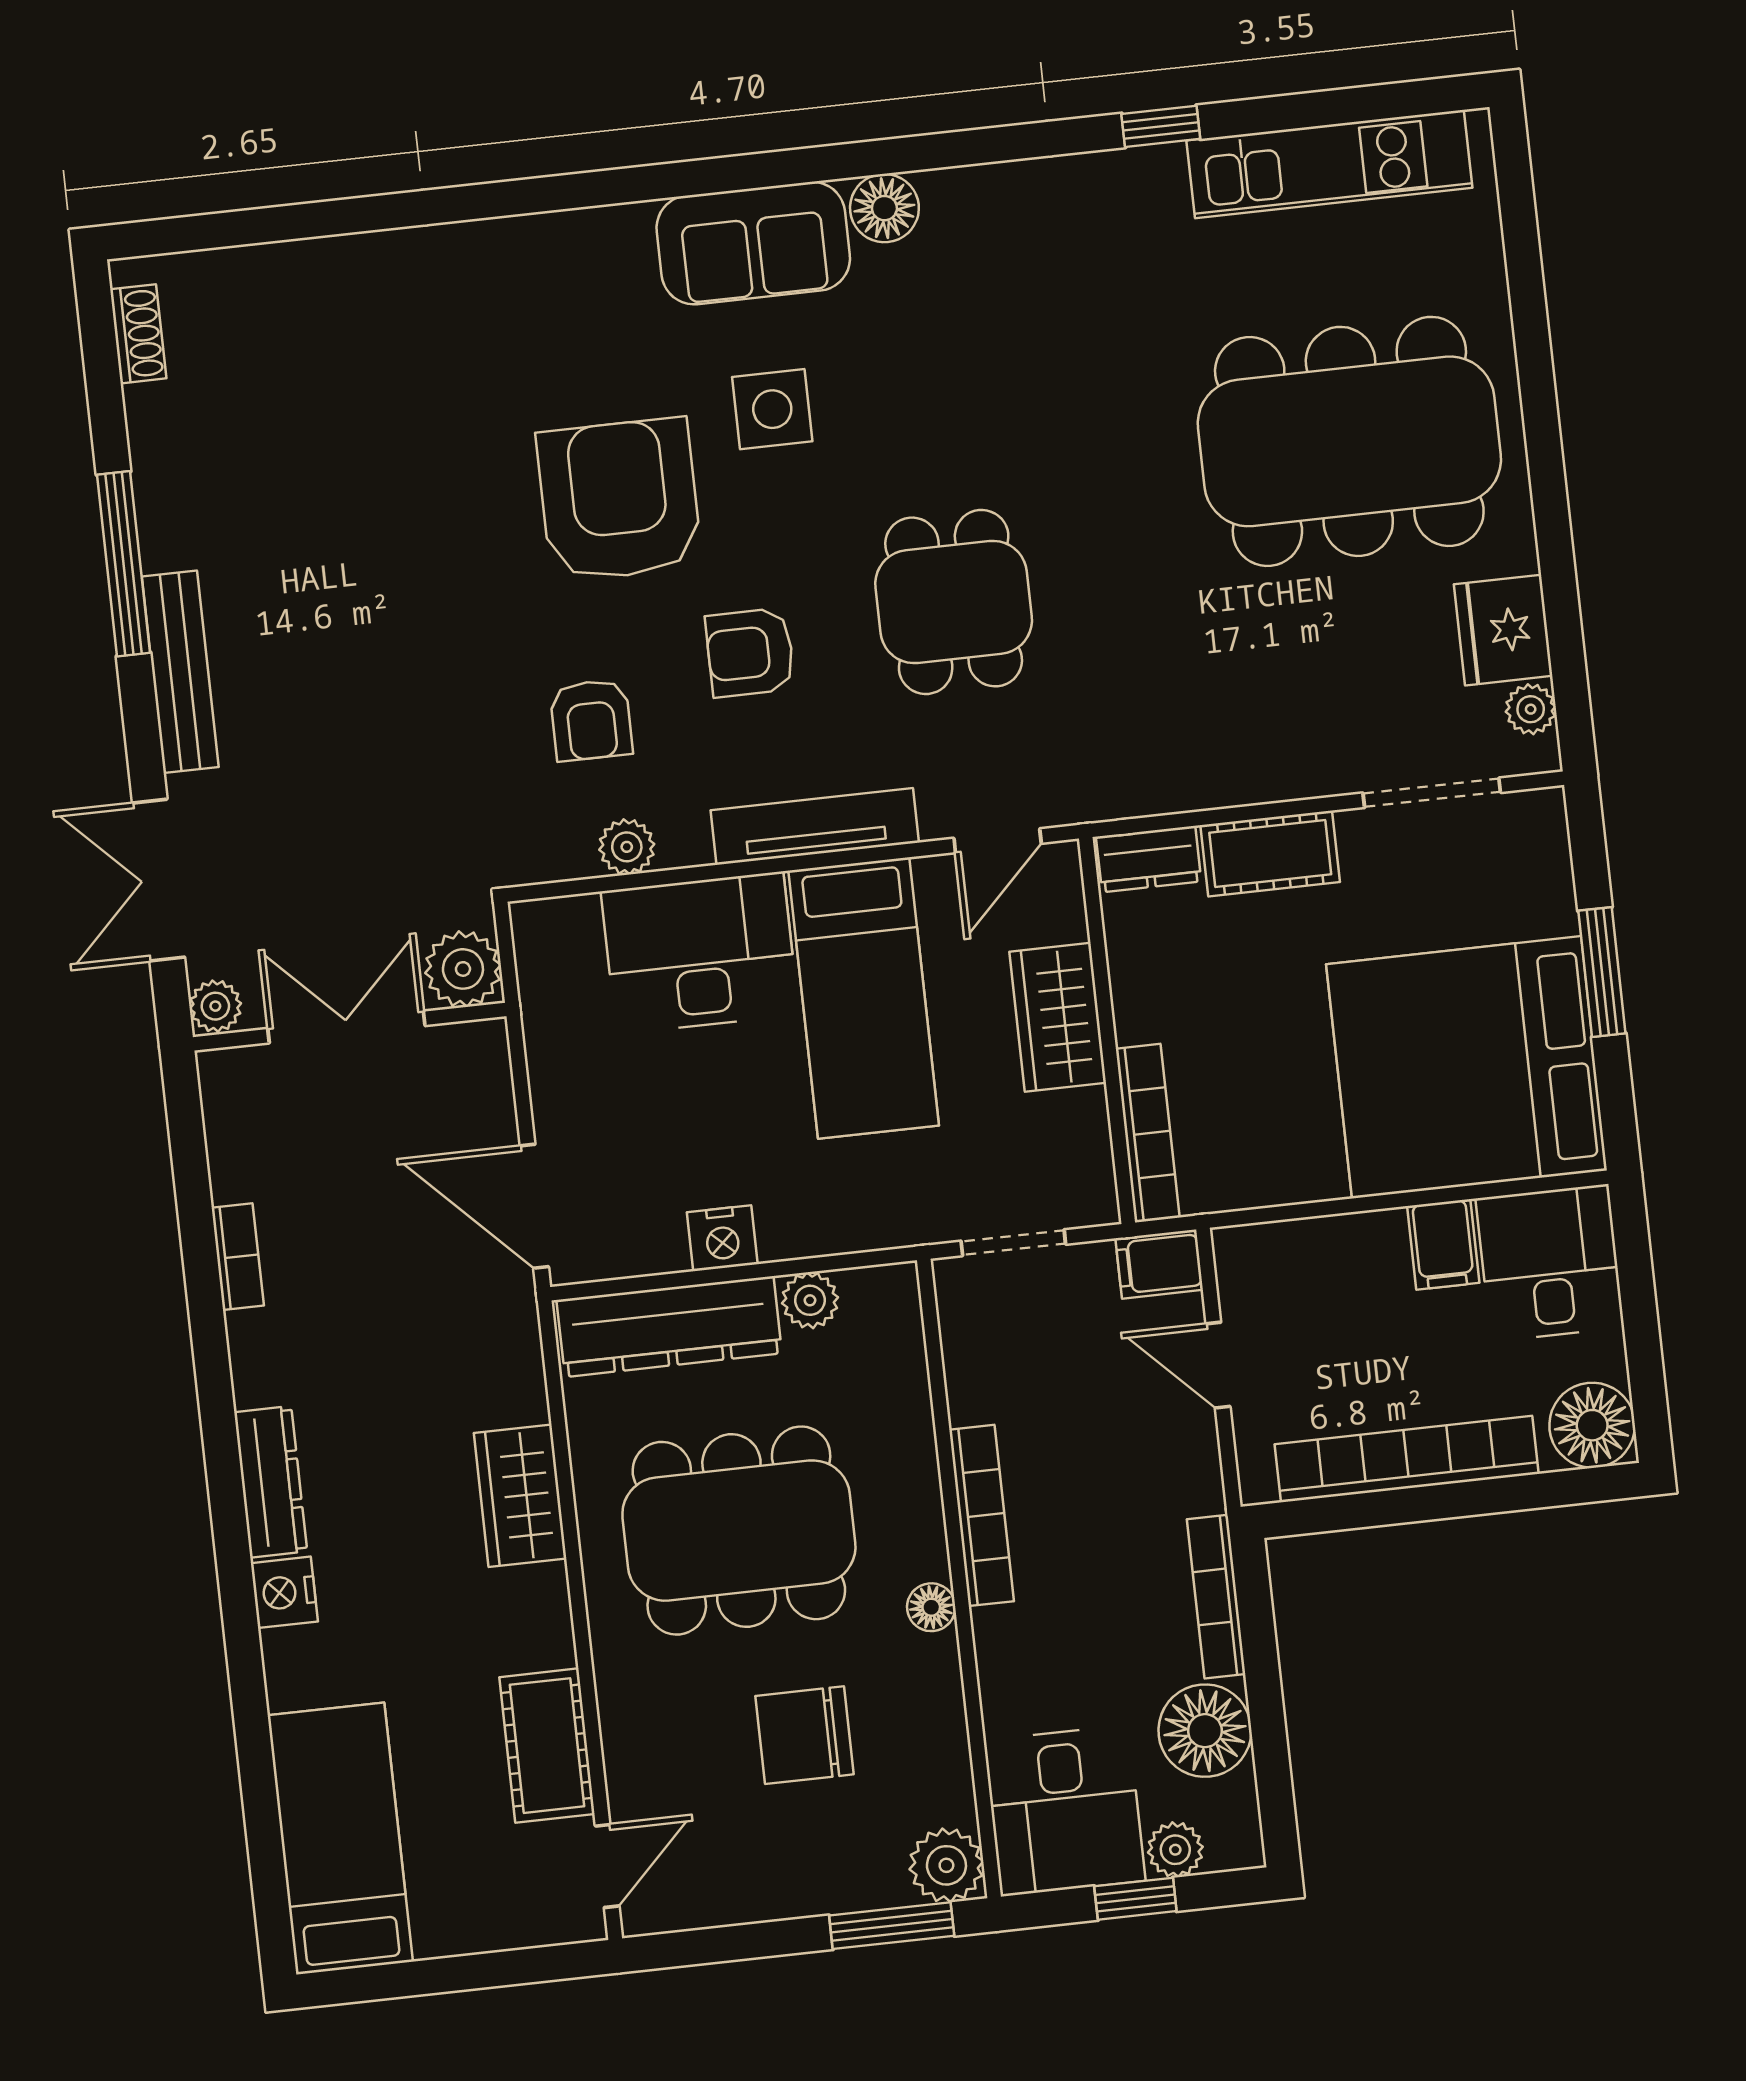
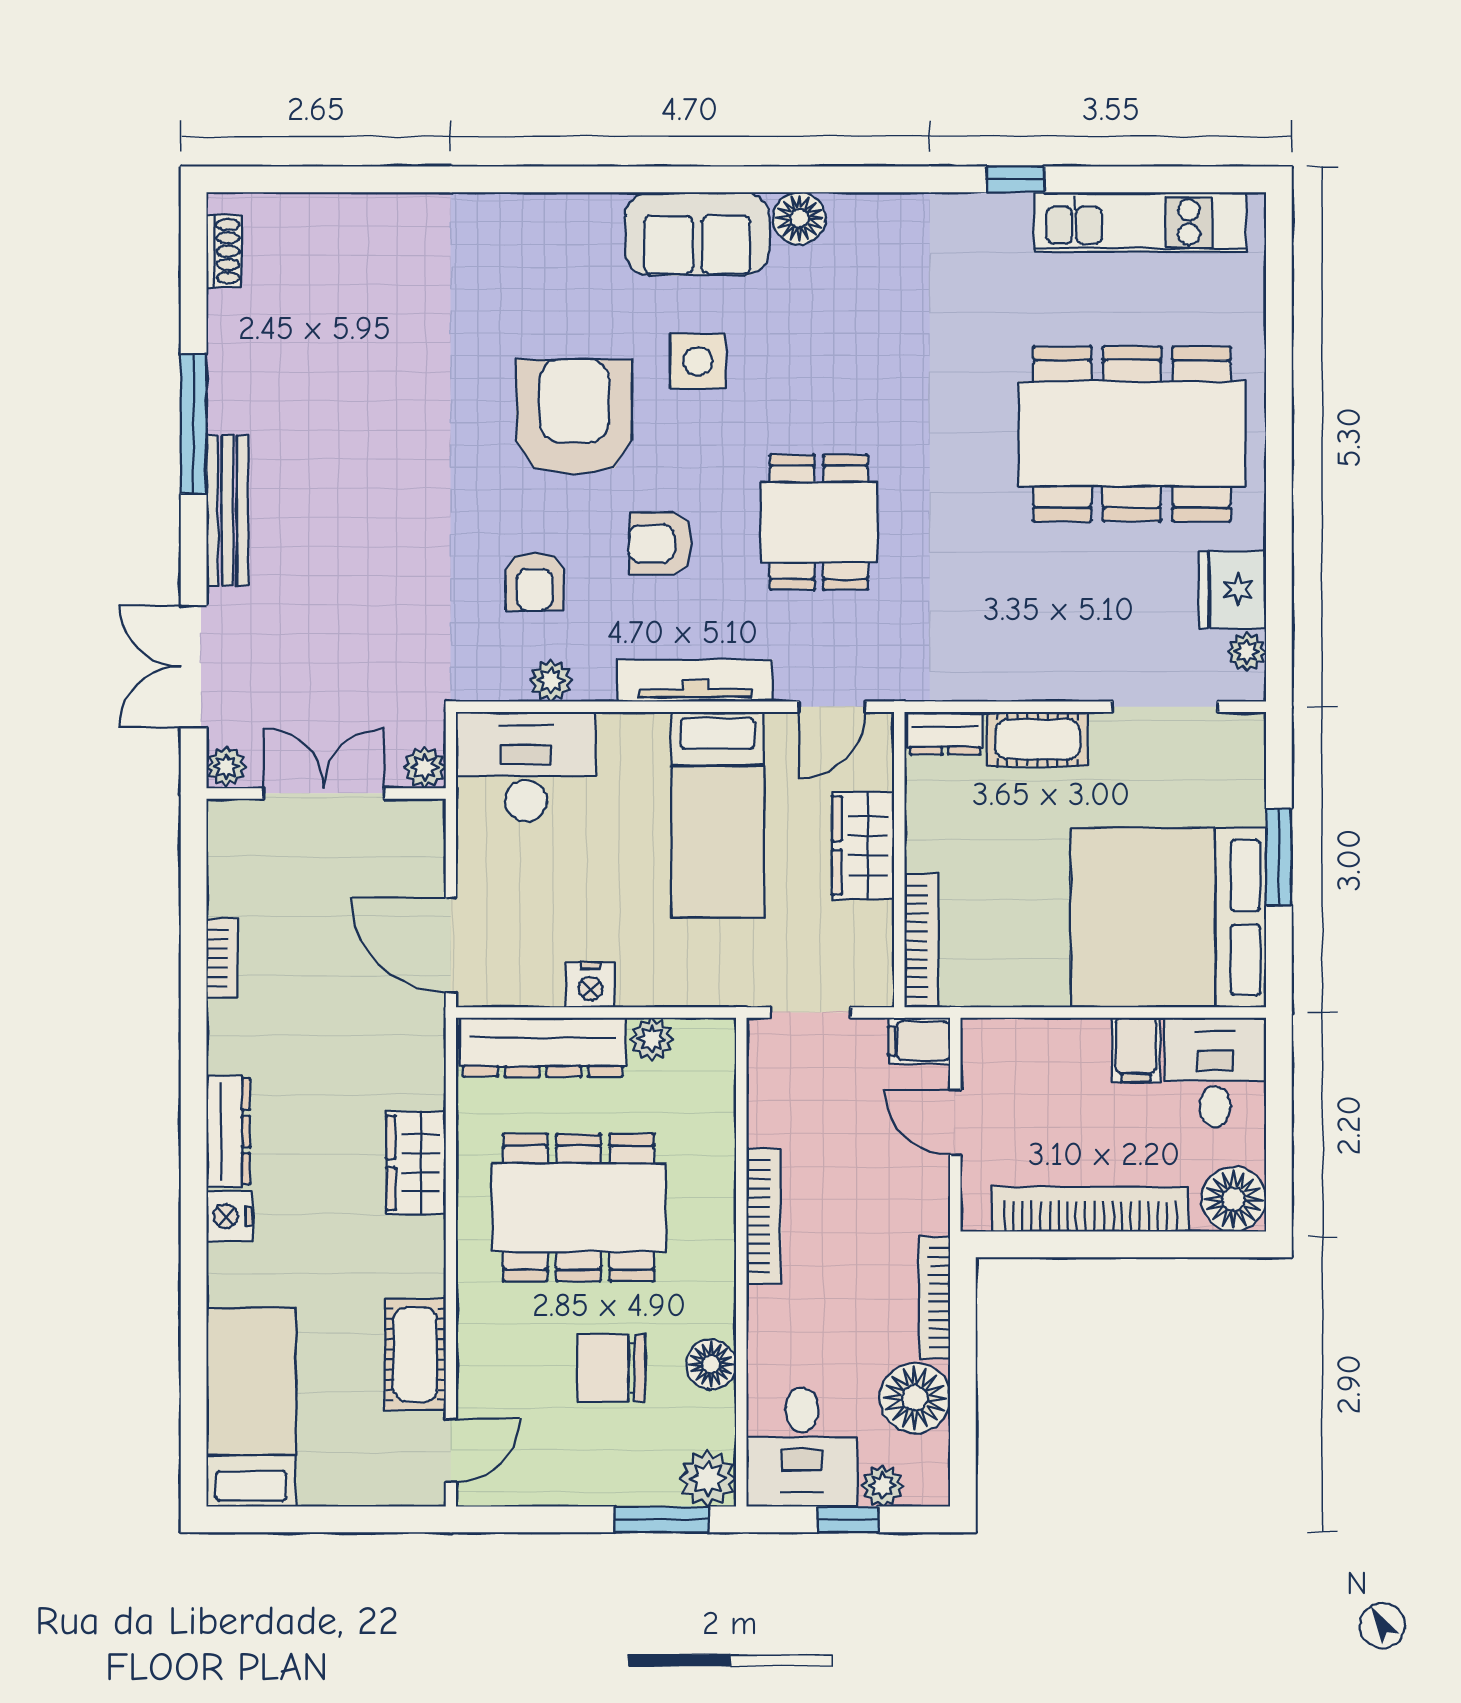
desk: (700, 953) -> (526, 767), moved
plant: (463, 969) -> (425, 767), width x0.73, depth x0.73
floor lamp: (931, 1607) -> (711, 1364), moved, width x1.37, depth x1.37

